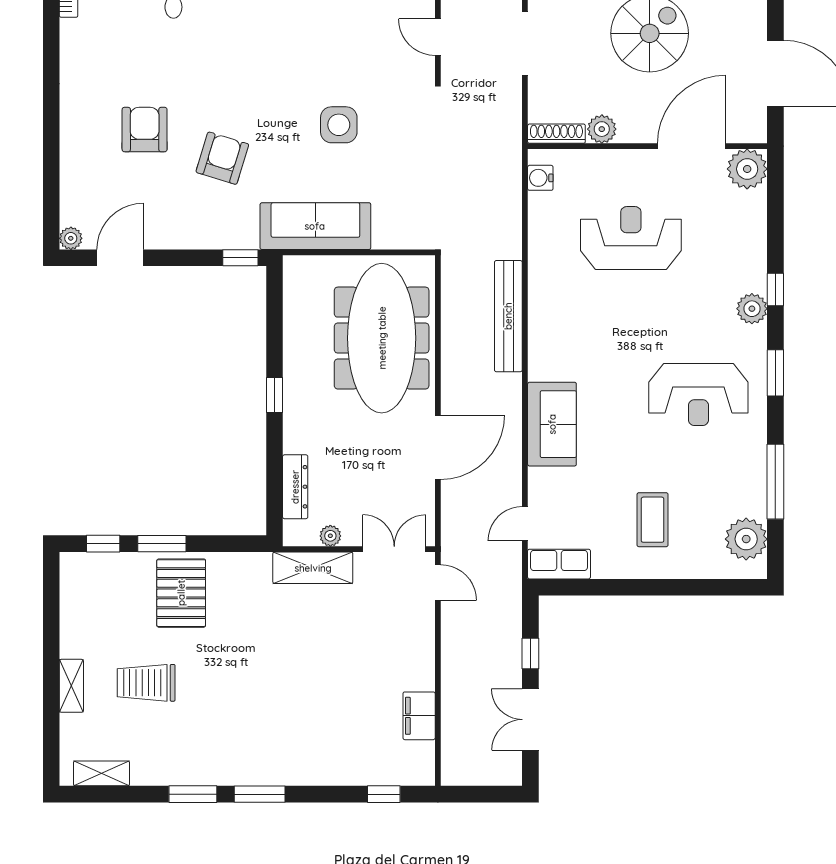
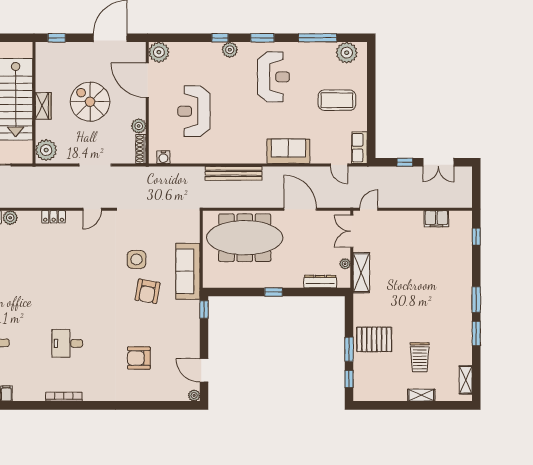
armchair: (222, 158) -> (147, 291), moved, turned -97
coffee table: (653, 520) -> (337, 100), width x1.36, depth x1.32

